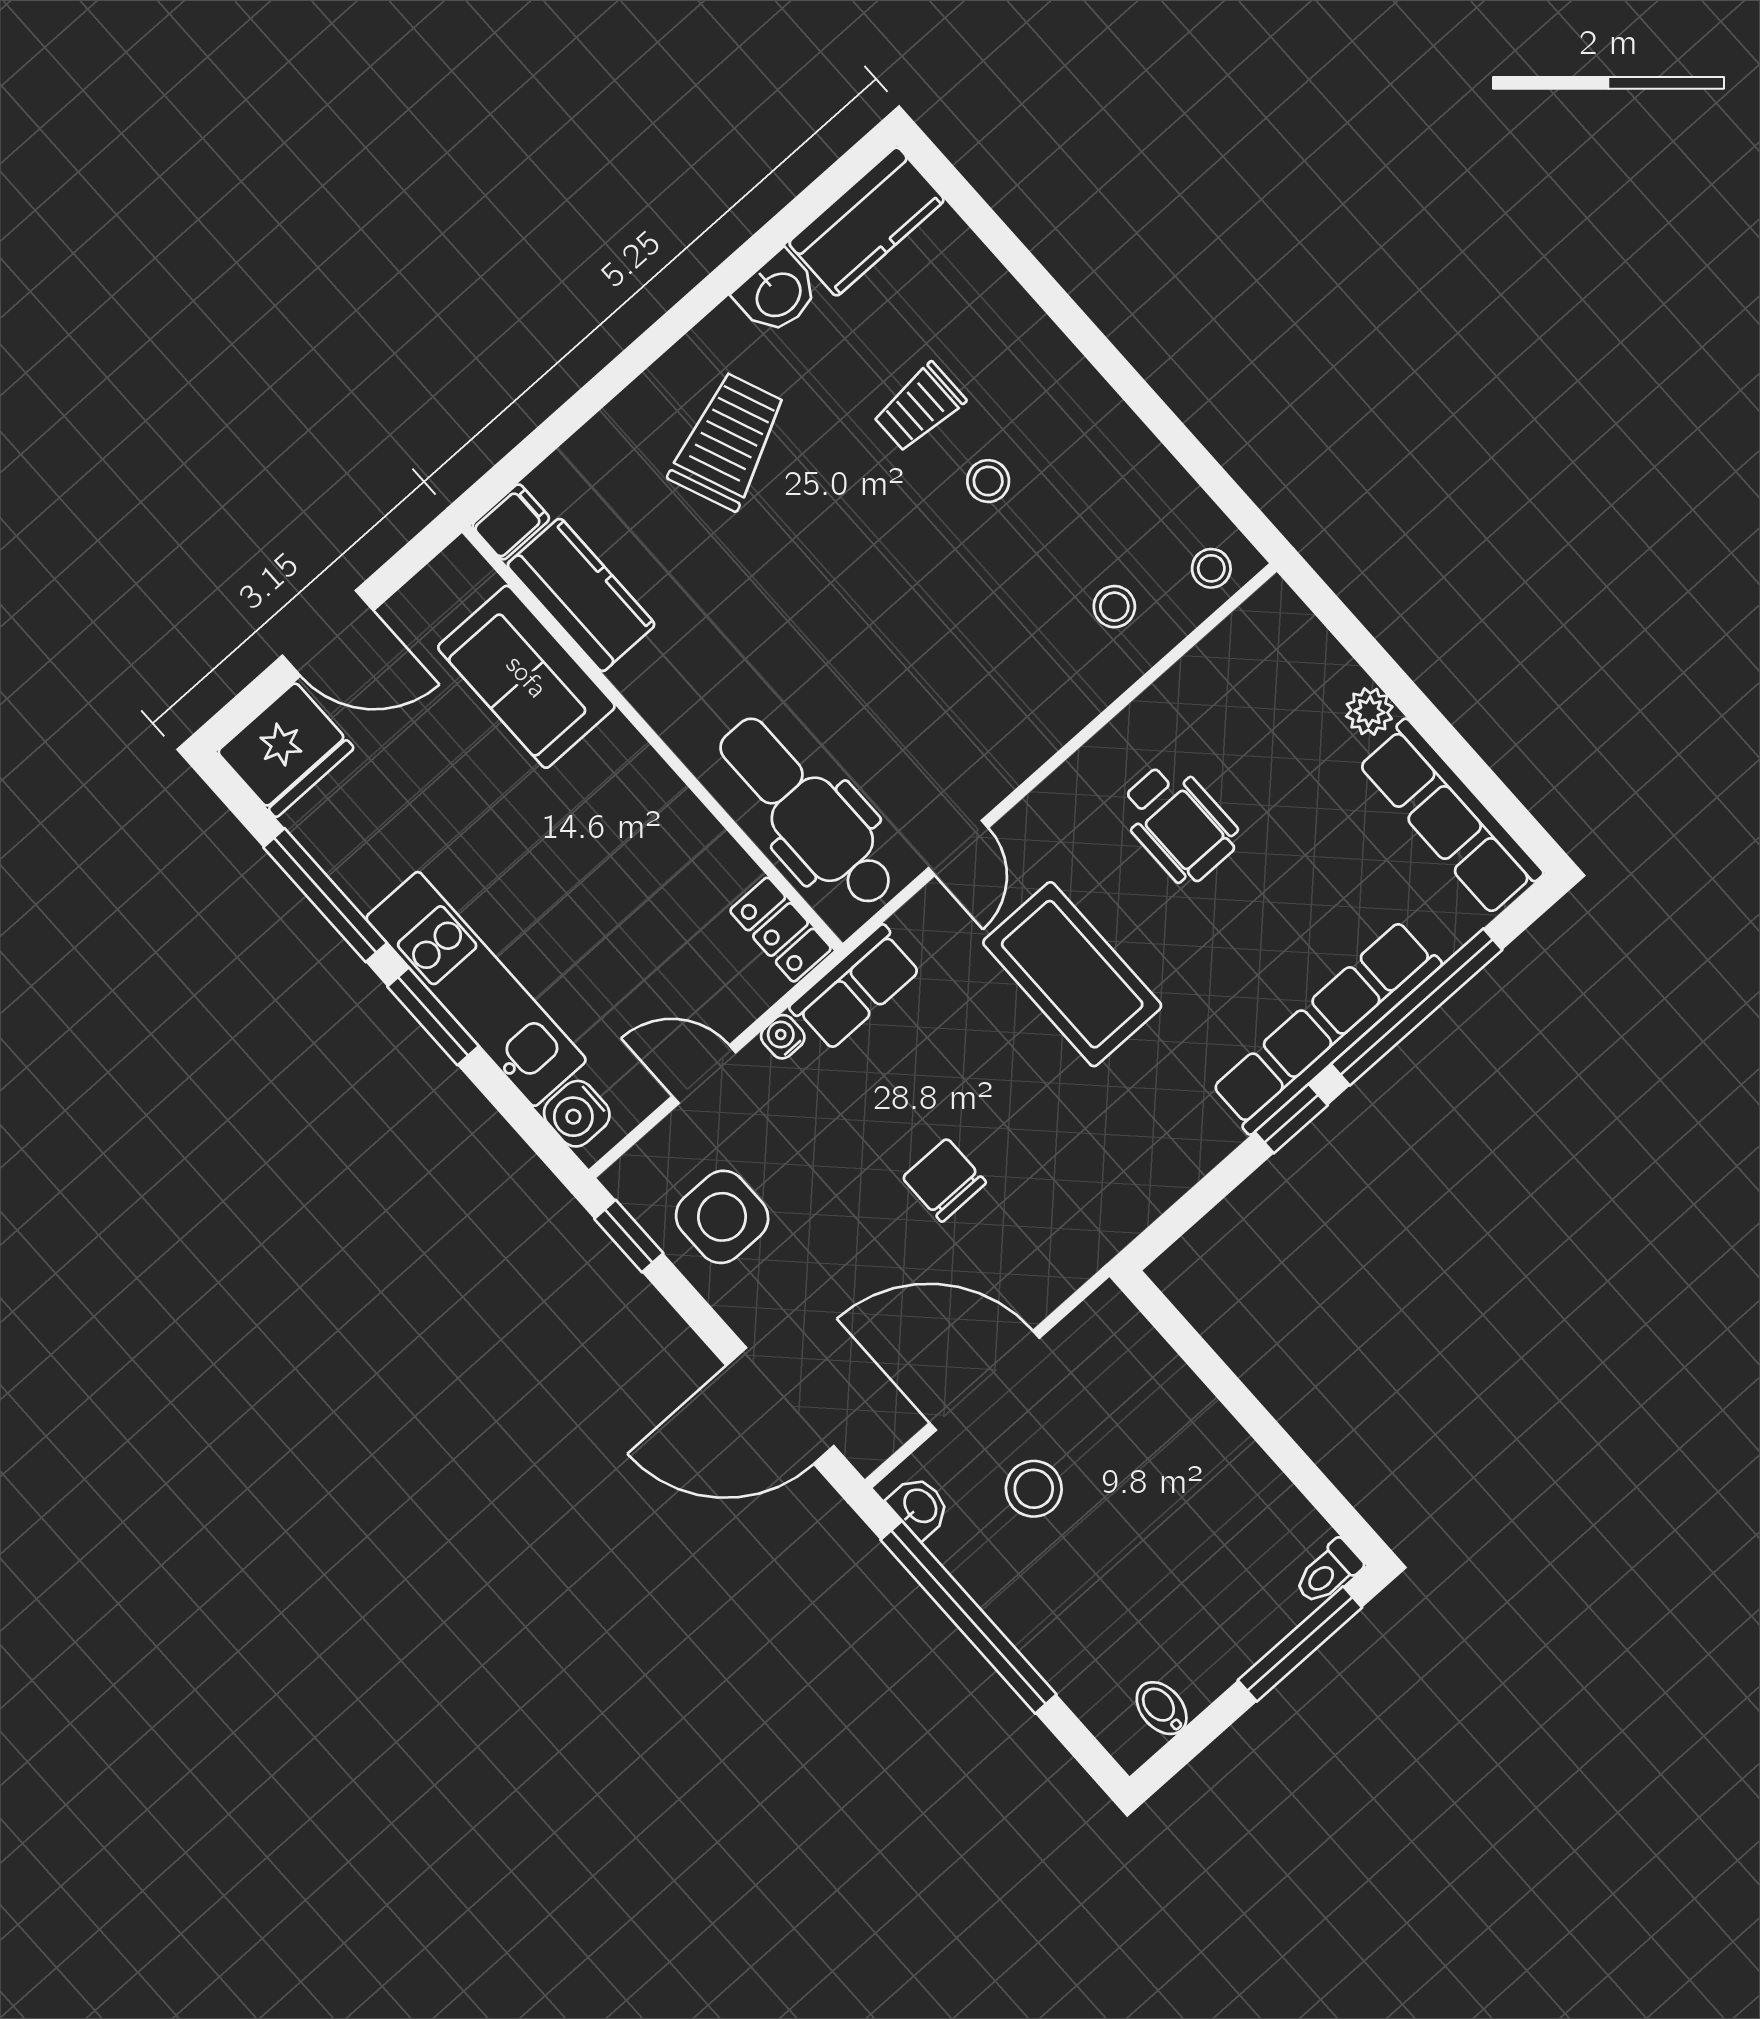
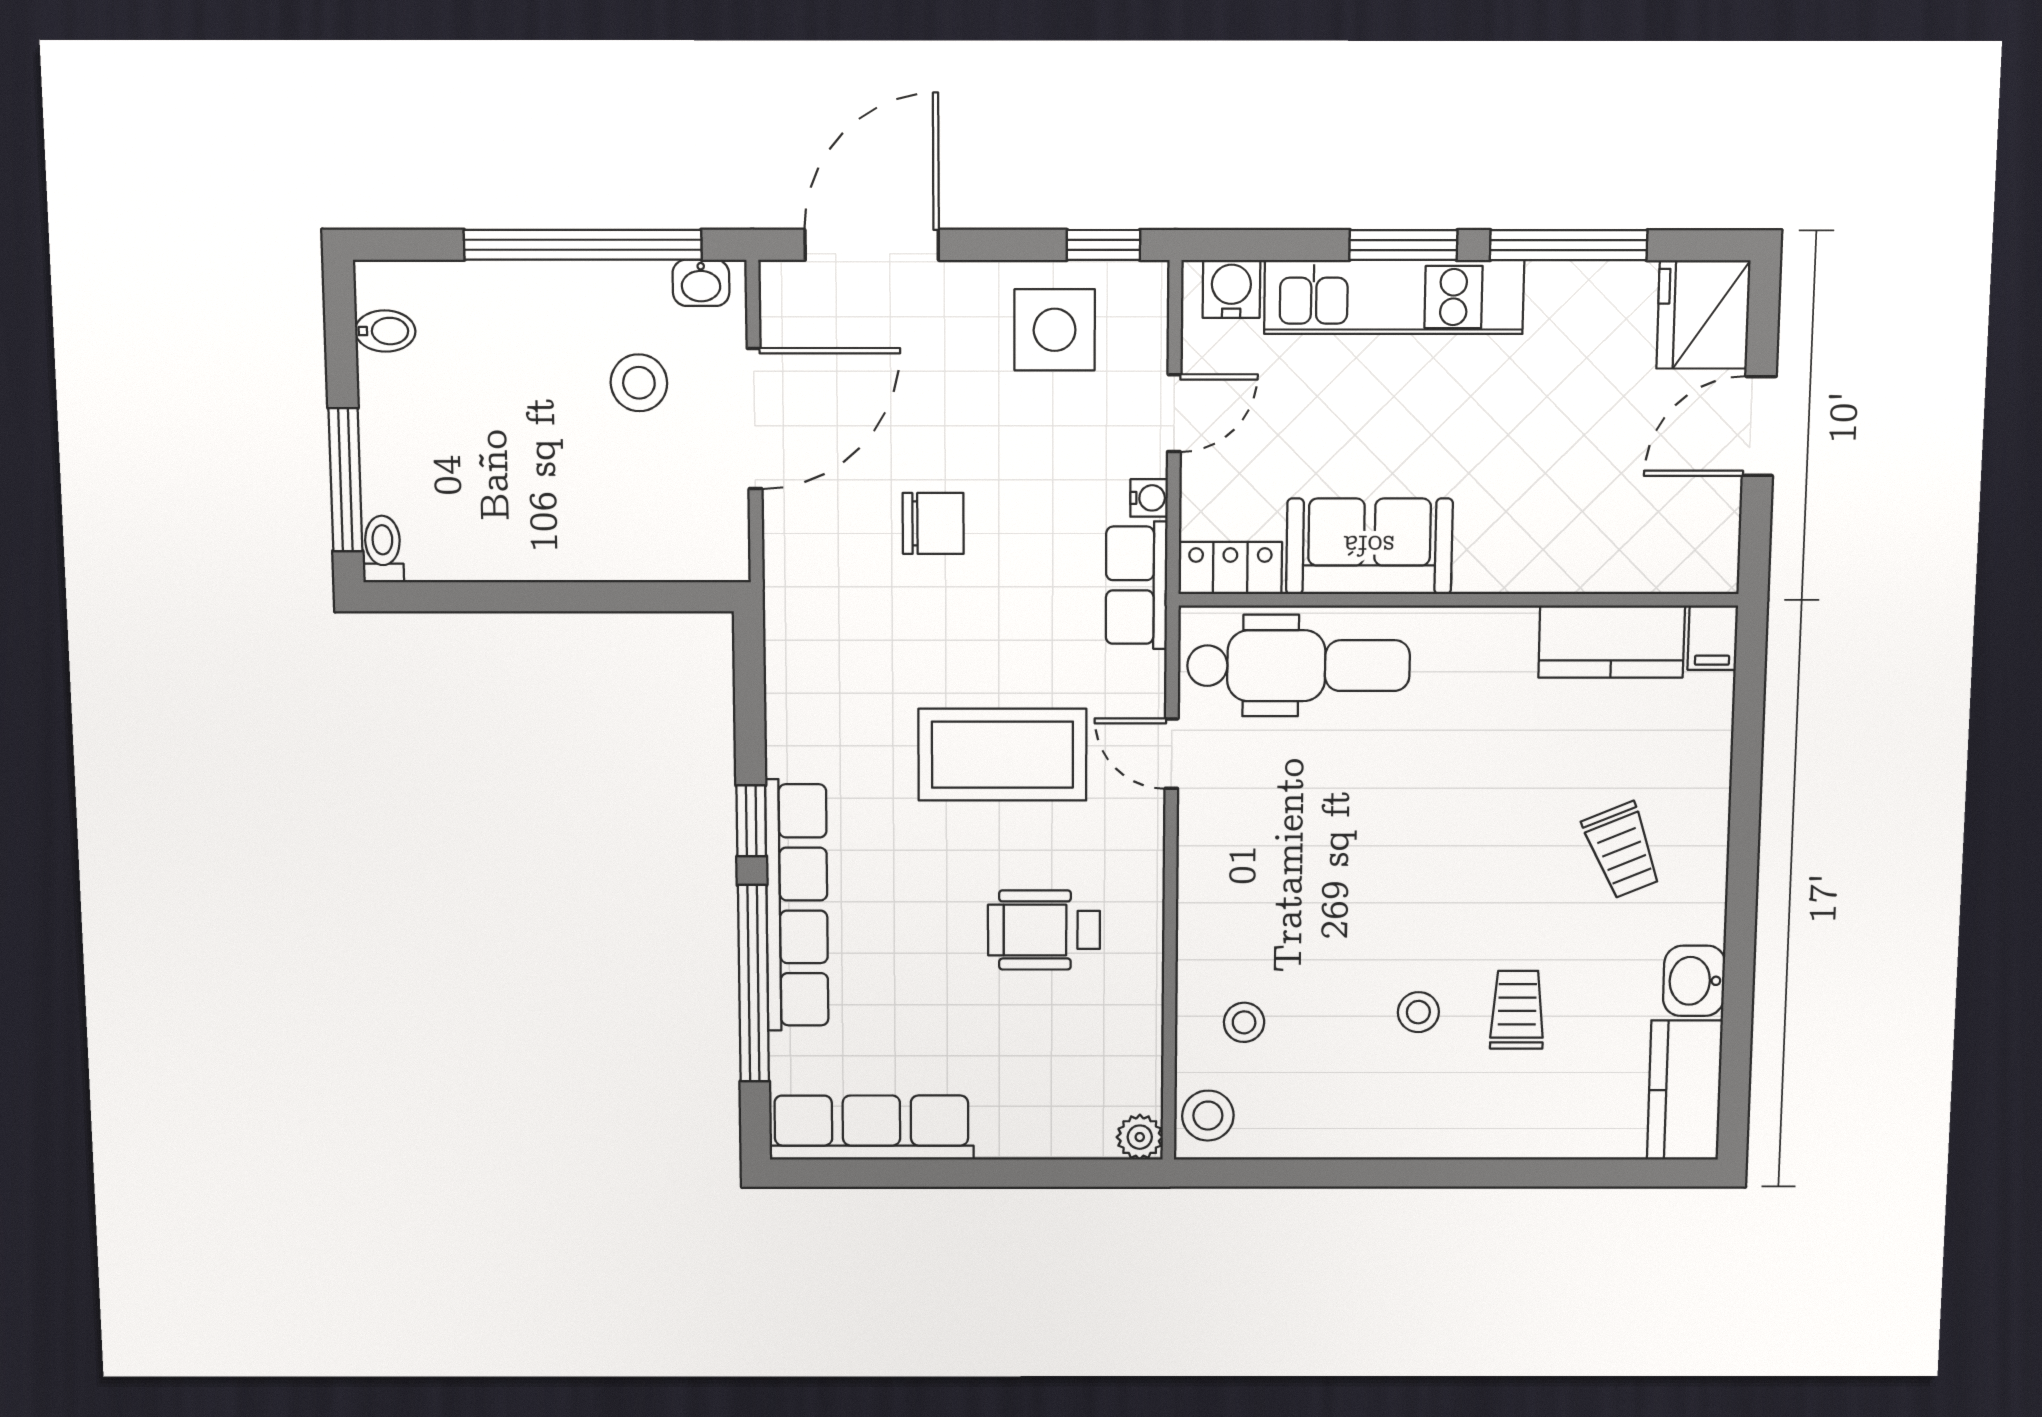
trolley: (728, 441) -> (1622, 850), width x0.73, depth x0.72
stool: (1211, 568) -> (1208, 1116), width x1.37, depth x1.37
sofa: (526, 677) -> (1369, 546), moved
plant: (1369, 712) -> (1140, 1137), moved

